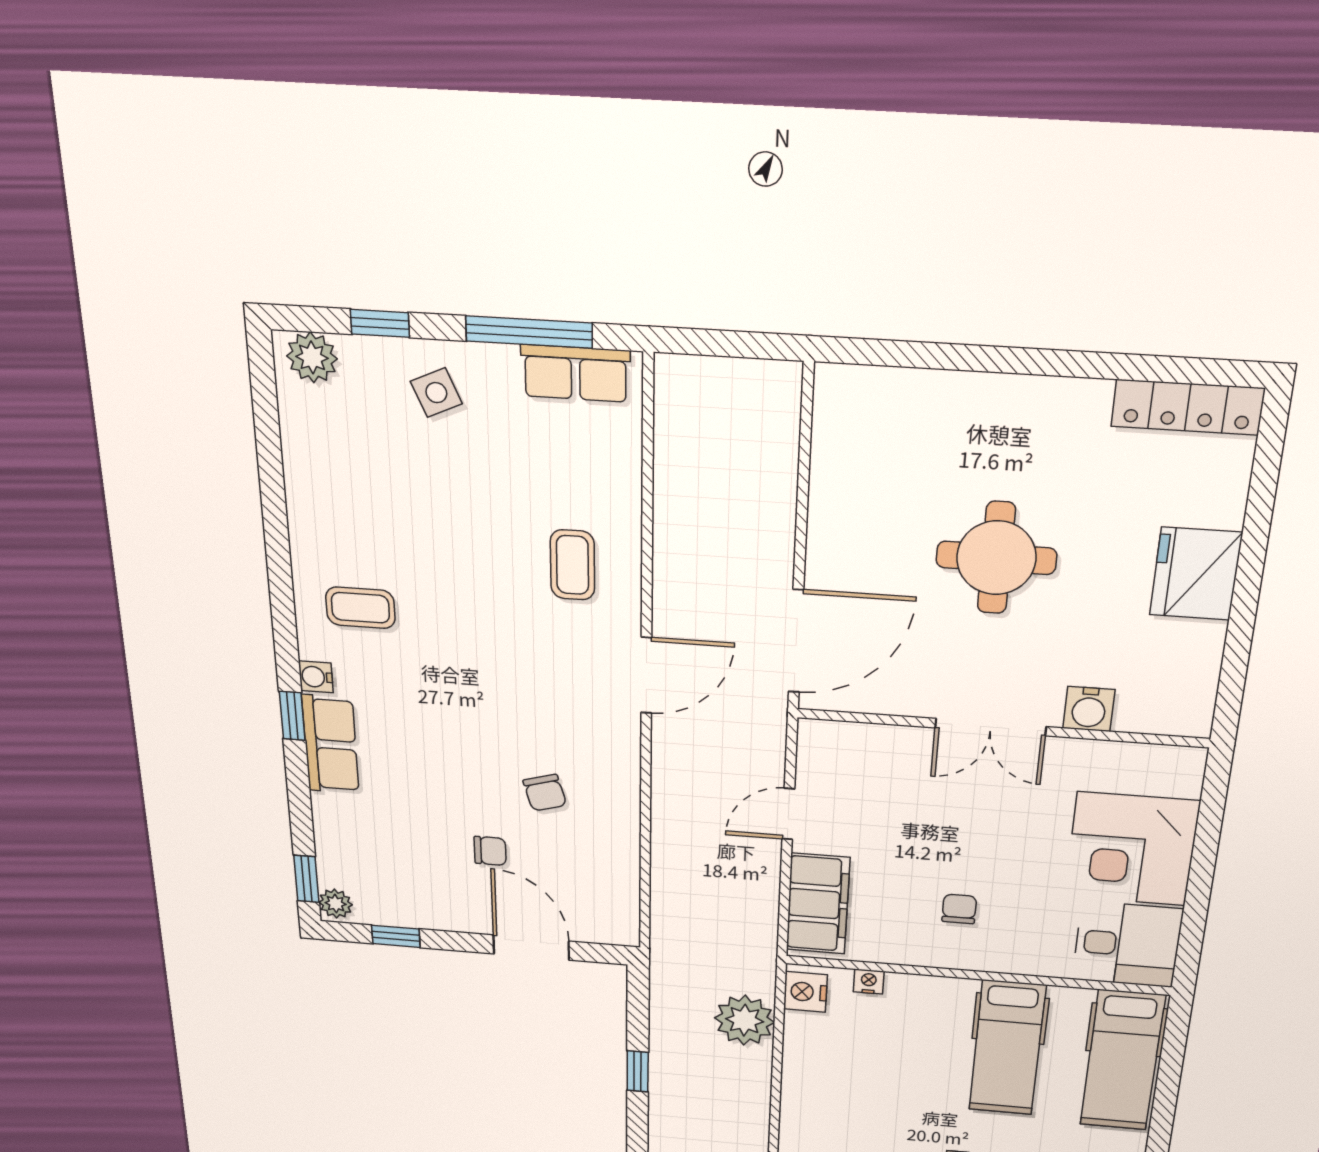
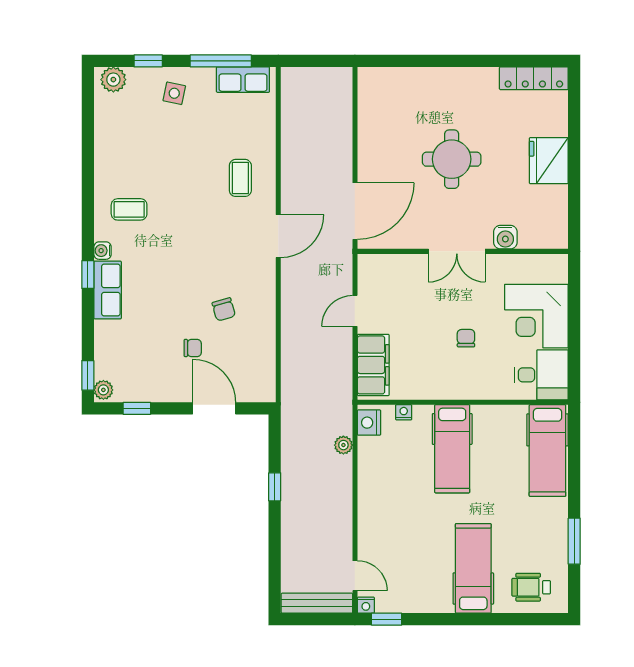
side table: (436, 393) -> (174, 93), turned 36
chair: (959, 909) -> (466, 338), moved
plant: (745, 1020) -> (343, 445), width x0.53, depth x0.53
hospital bed: (1007, 1048) -> (452, 449), moved

